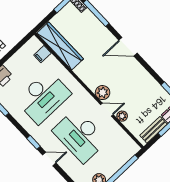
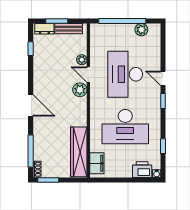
filing cabinet: (42, 54) -> (97, 163), width x2.00
desk: (43, 97) -> (125, 127), turned 180
desk: (80, 136) -> (125, 74), turned 180

